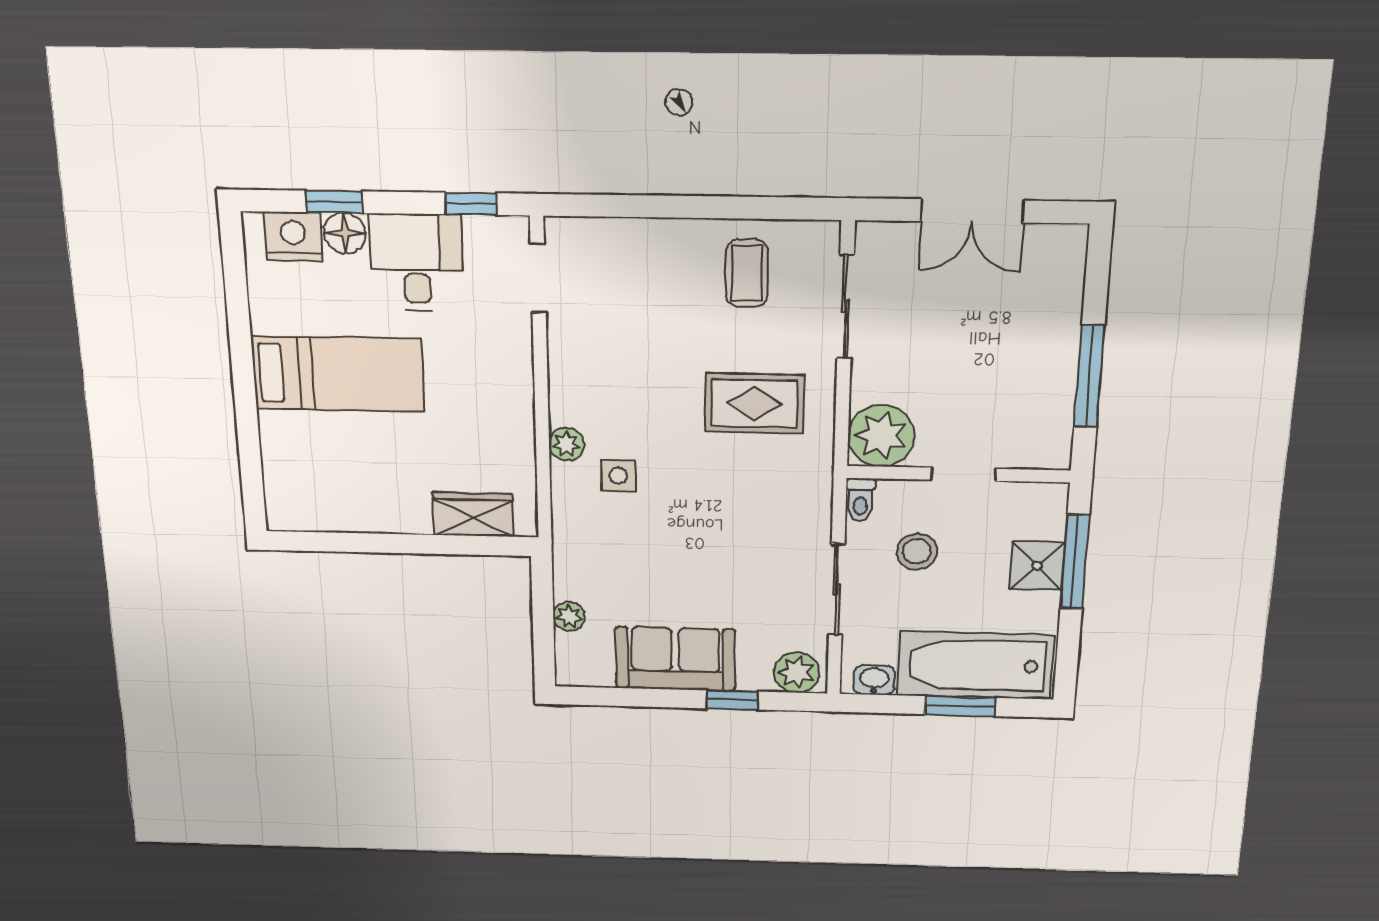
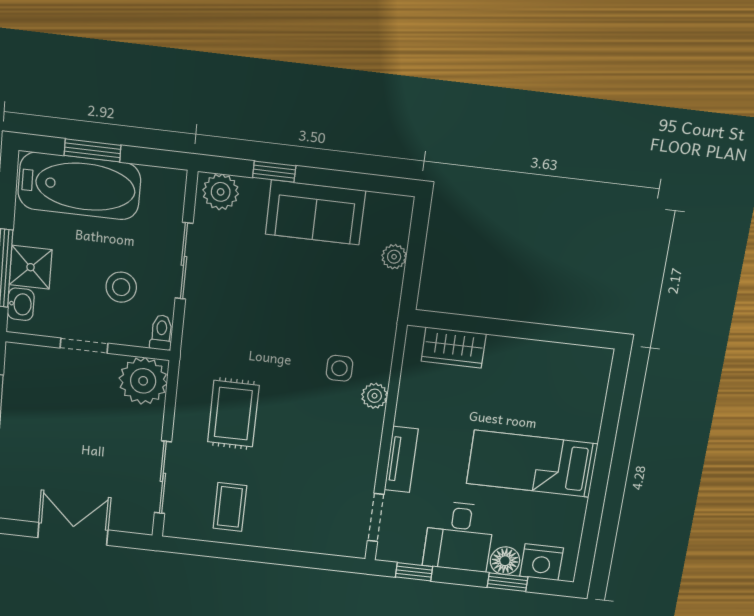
tv unit: (516, 363) -> (401, 459), added
rug: (754, 404) -> (233, 414), turned 90
washbasin: (874, 680) -> (21, 304), moved, turned -90

